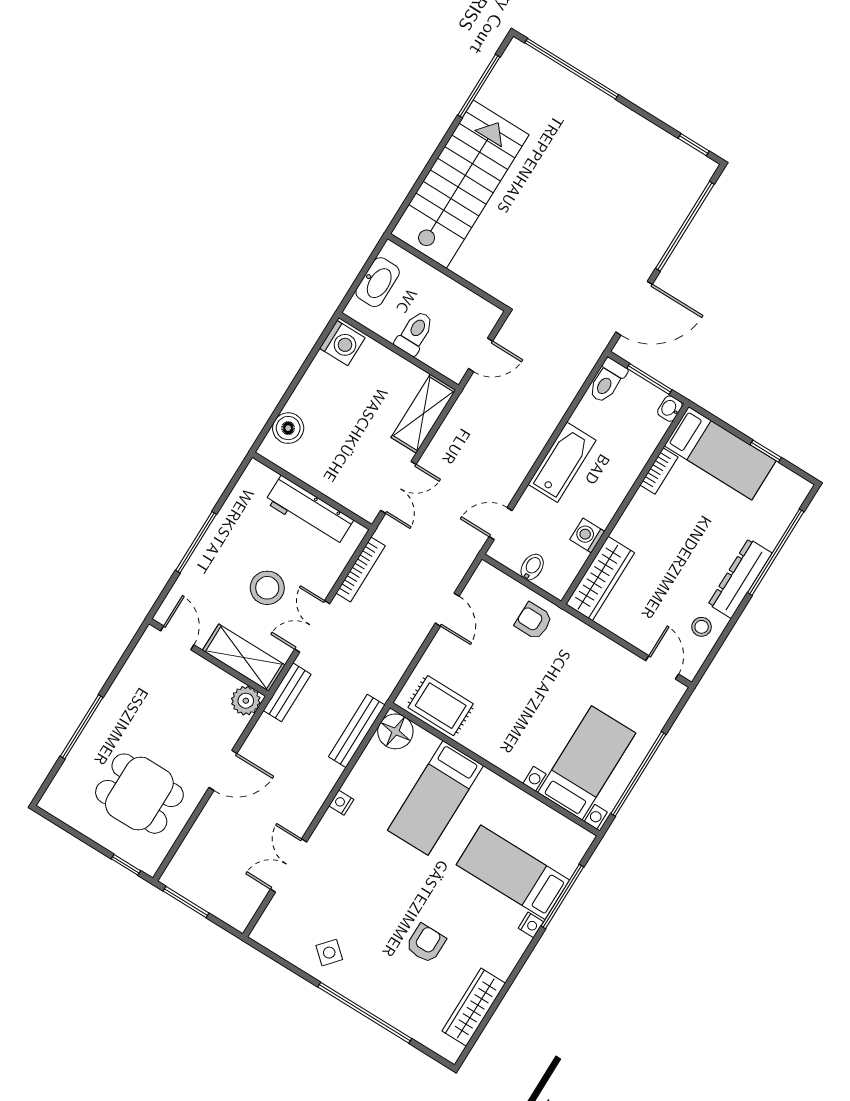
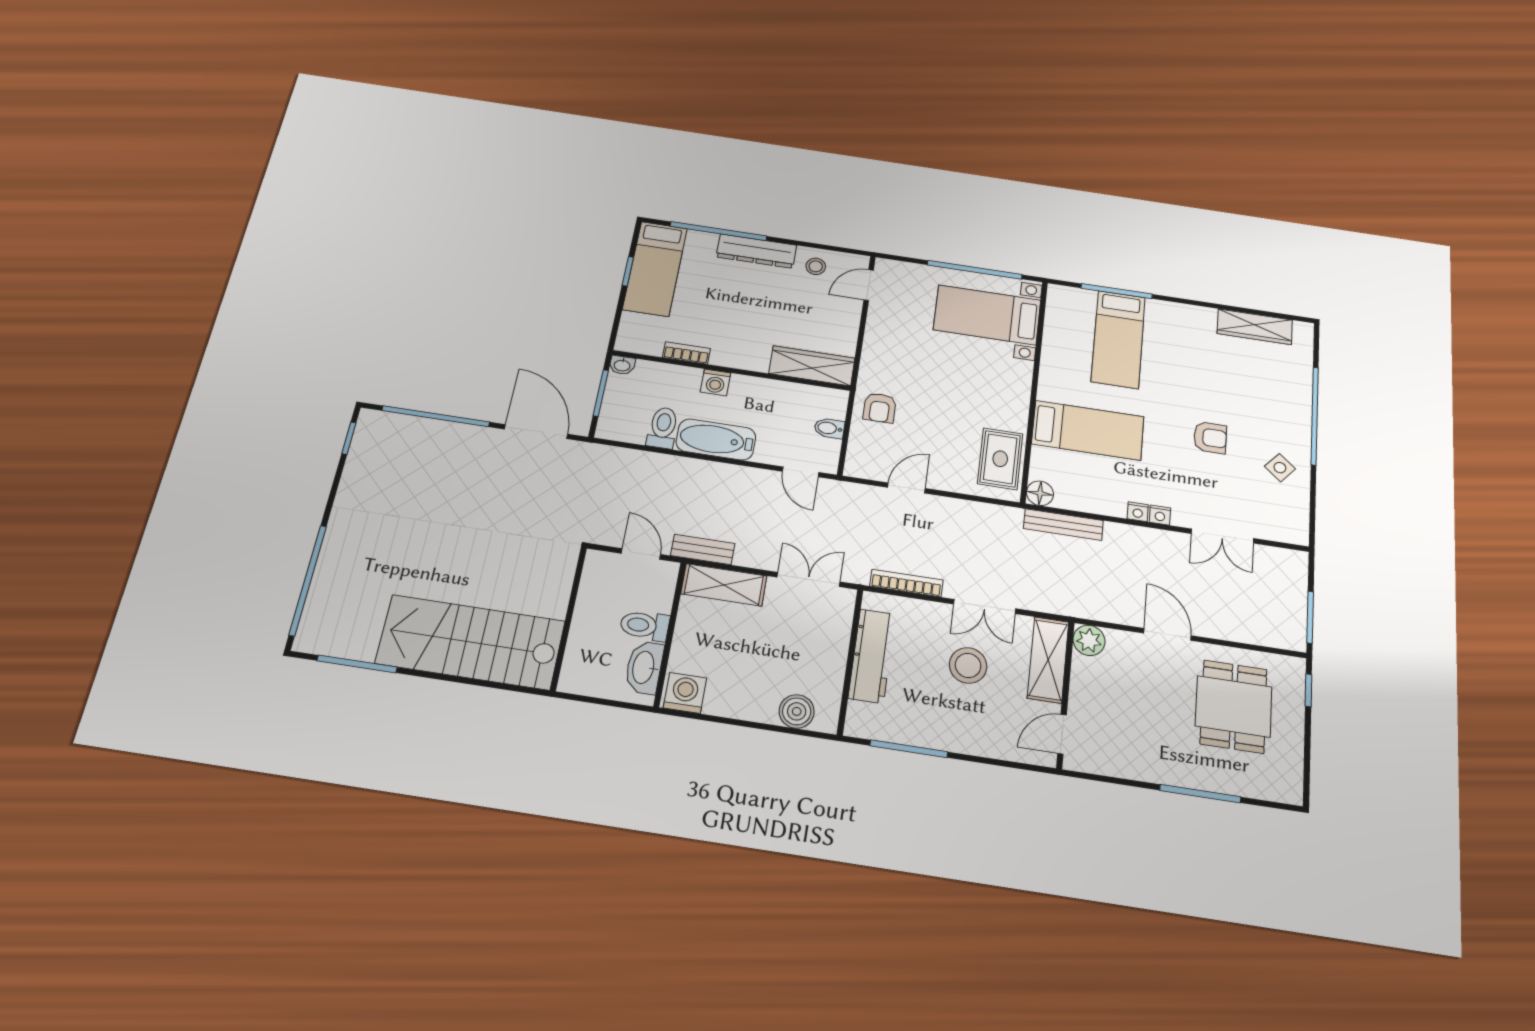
washbasin: (378, 282) -> (644, 667), moved, turned -90
toilet: (607, 381) -> (663, 428), moved, turned -90
bed: (720, 453) -> (655, 269), moved, turned 180
washing machine: (587, 535) -> (716, 382), moved
window: (196, 542) -> (909, 749), moved
bench: (287, 692) -> (703, 550), moved
floor lamp: (395, 731) -> (1040, 493), width x0.73, depth x0.73
nightstand: (531, 925) -> (1160, 515), moved, turned 180
armchair: (426, 943) -> (1210, 438), moved, turned 180

